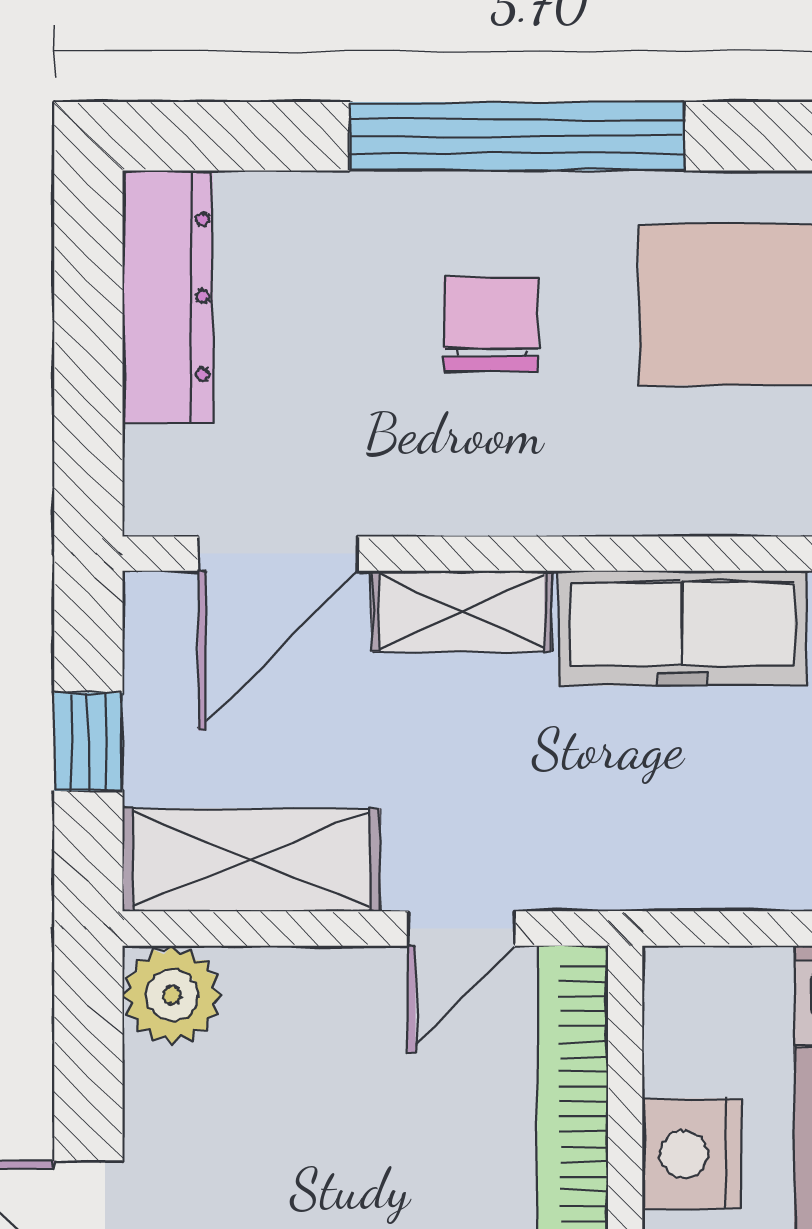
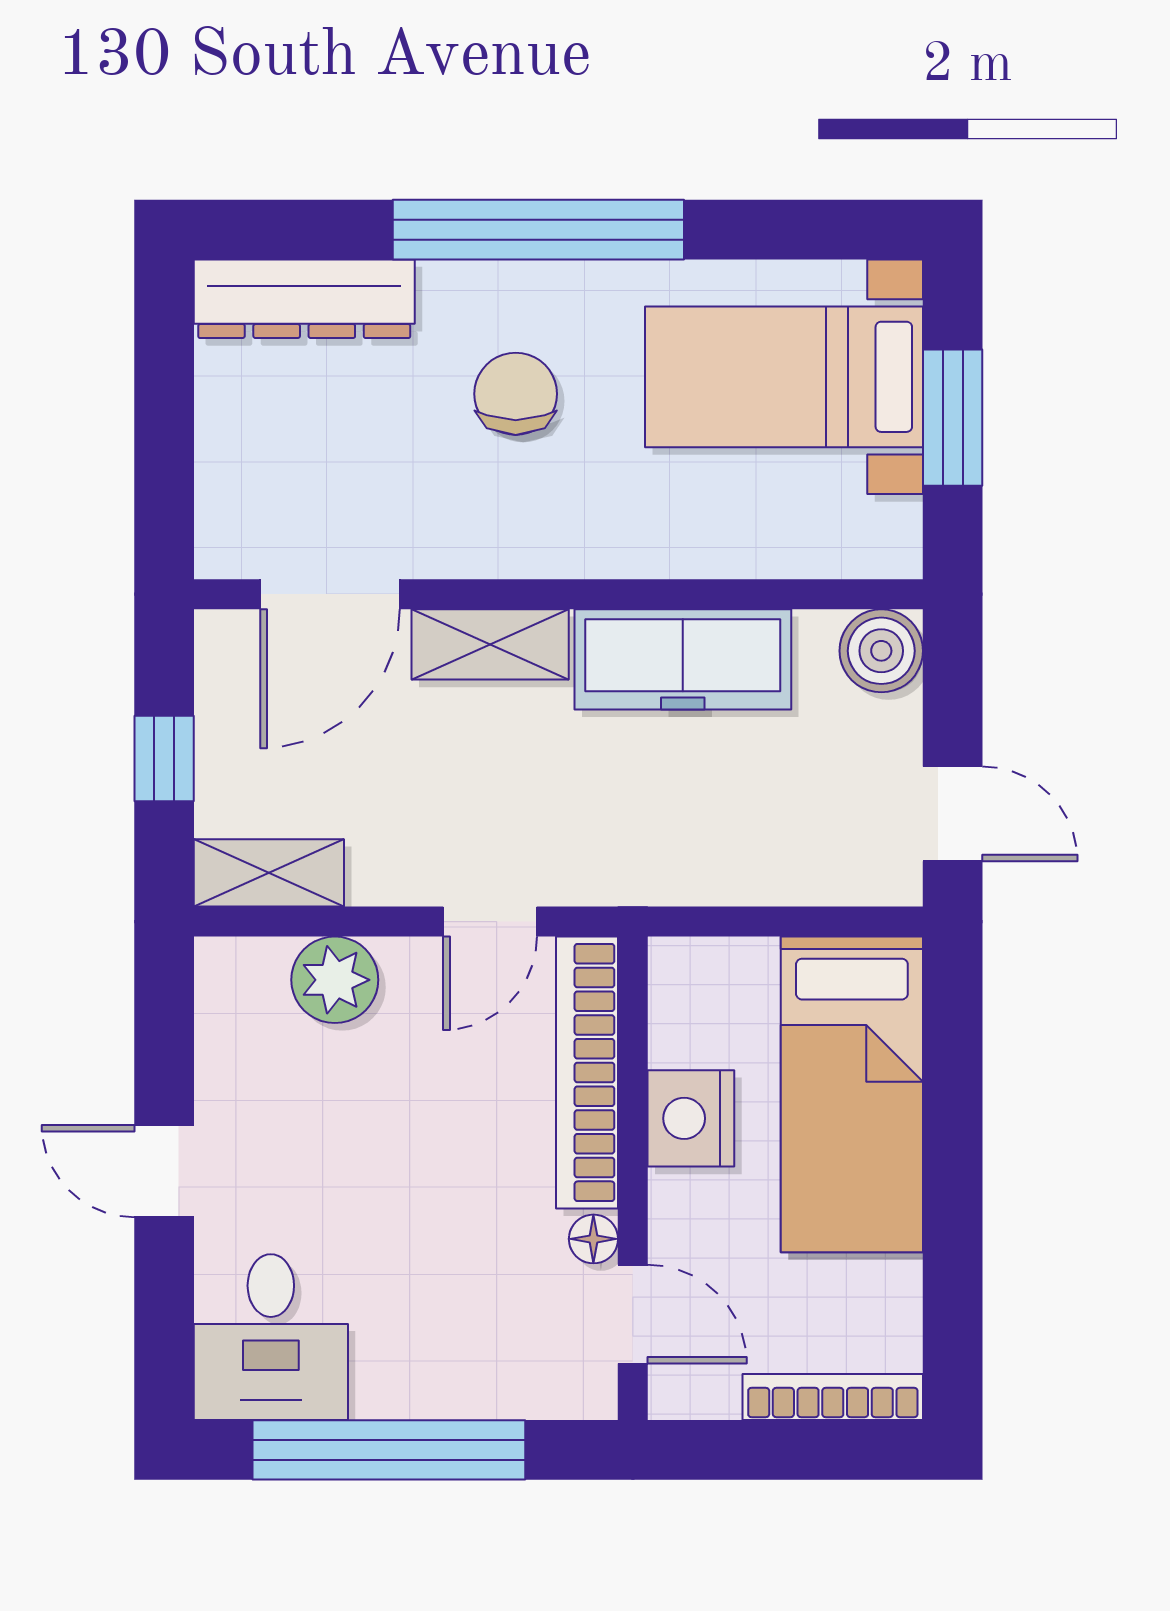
dresser: (168, 297) -> (304, 299), moved, turned 90
shelving: (251, 860) -> (269, 873), width x0.67, depth x0.75
plant: (172, 995) -> (335, 980), moved

